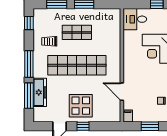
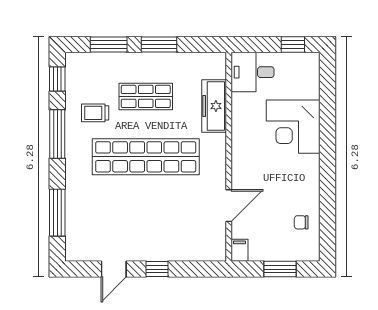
window: (29, 64) -> (57, 134), moved
freezer: (40, 92) -> (214, 106), moved, turned 180
door: (122, 92) -> (229, 206), swing flipped
display table: (81, 106) -> (153, 231), removed

